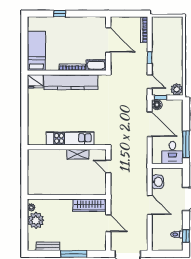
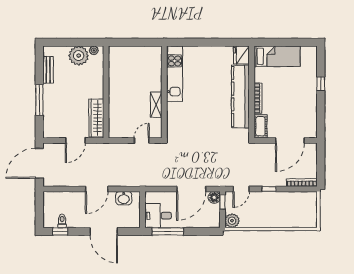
kitchen unit: (70, 138) -> (175, 74), moved

